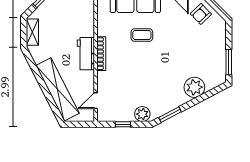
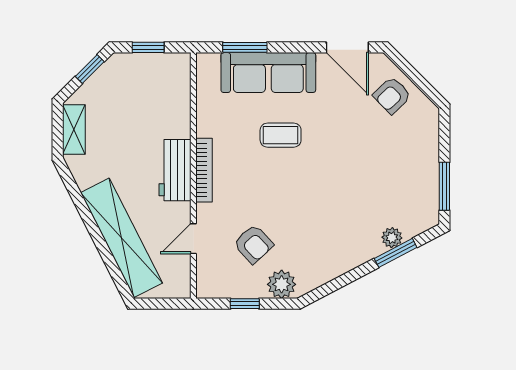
plant: (194, 87) -> (392, 238), width x0.53, depth x0.53
armchair: (127, 93) -> (253, 244), added
door: (96, 101) -> (193, 239), moved
window: (170, 115) -> (396, 253), moved

